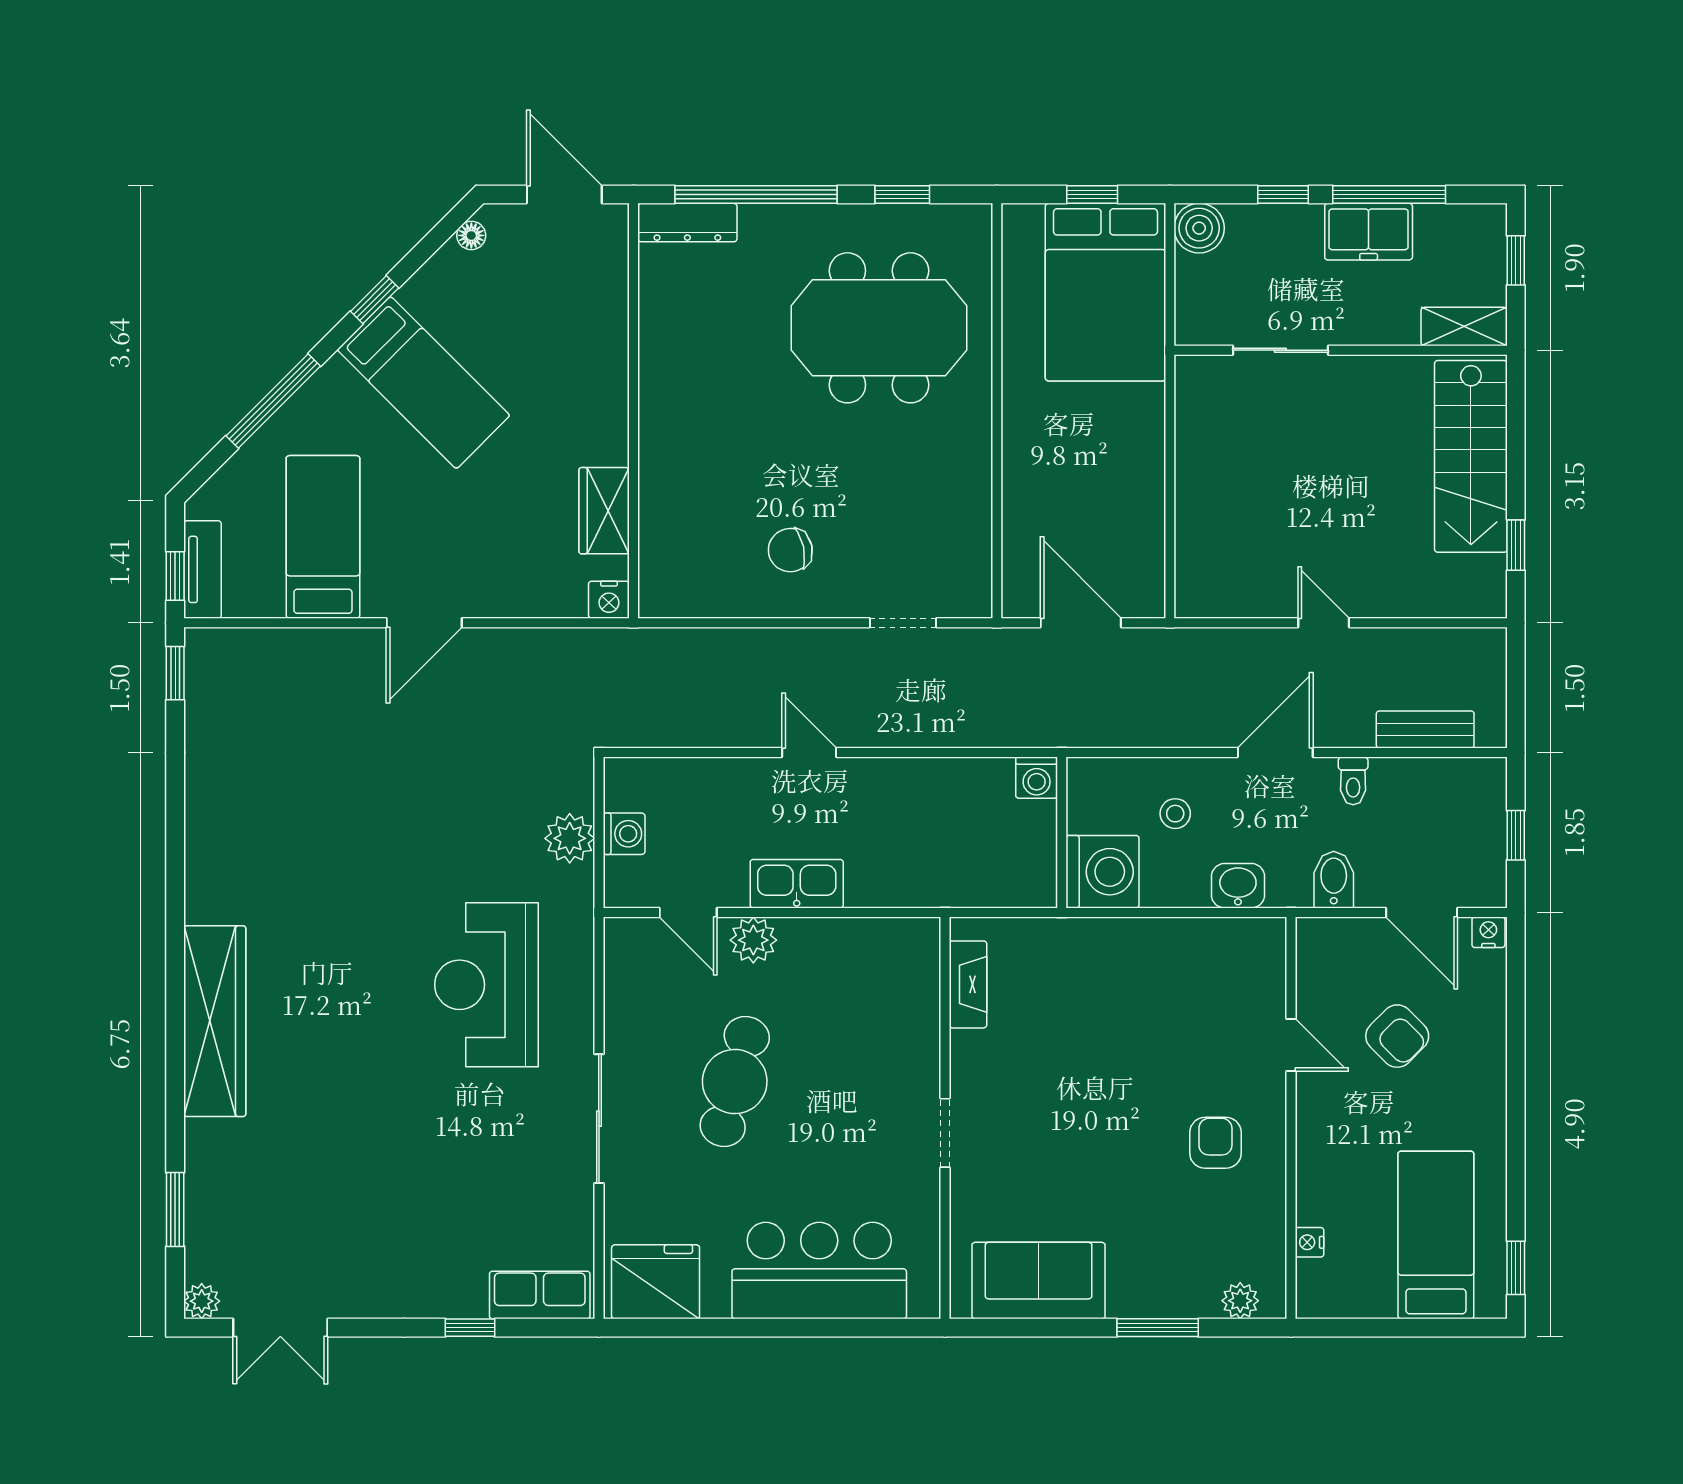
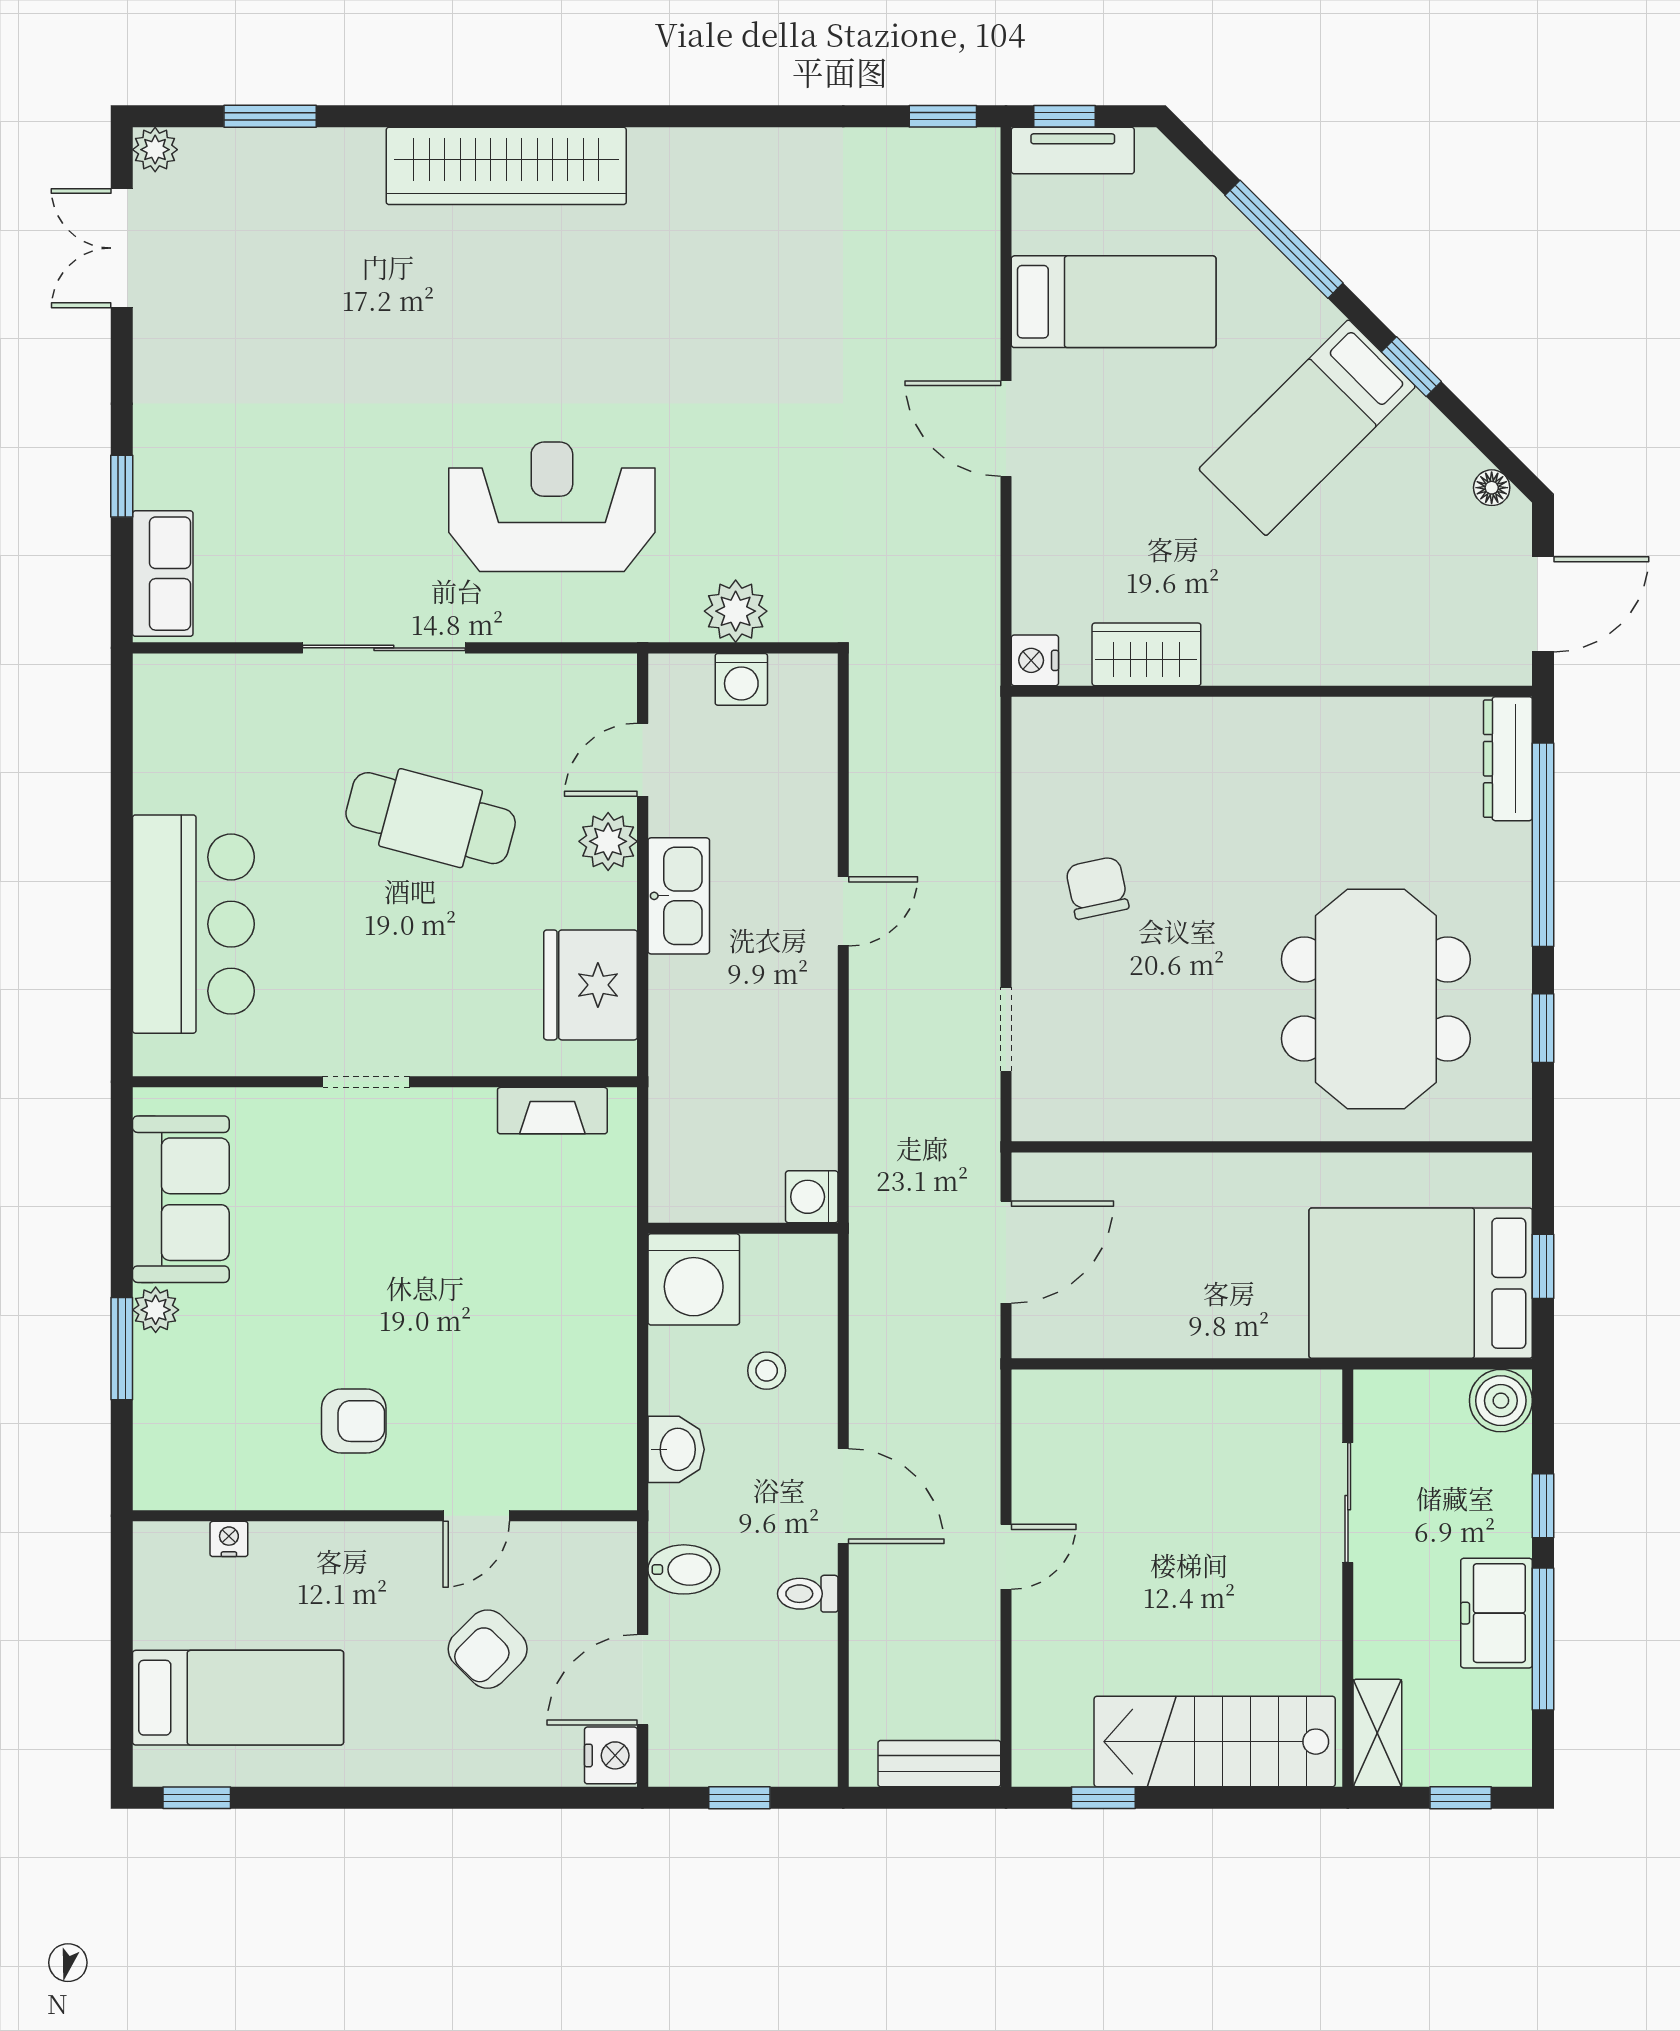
bench: (1425, 729) -> (939, 1764), moved, turned 90
nightstand: (1488, 932) -> (611, 1755), width x1.39, depth x1.35
fridge: (656, 1282) -> (591, 985), moved, turned 180
plant: (1240, 1301) -> (156, 1310), moved

